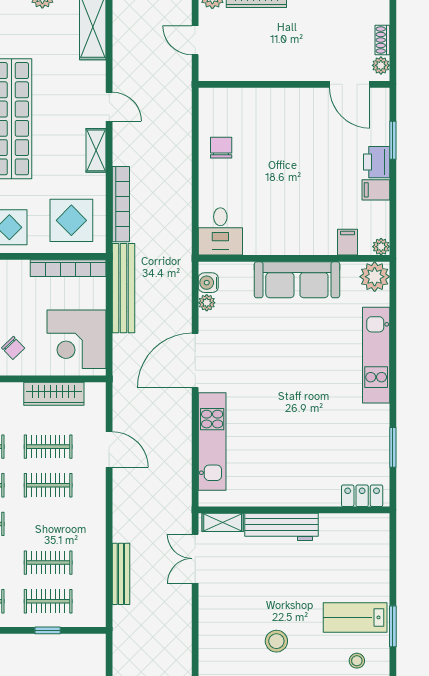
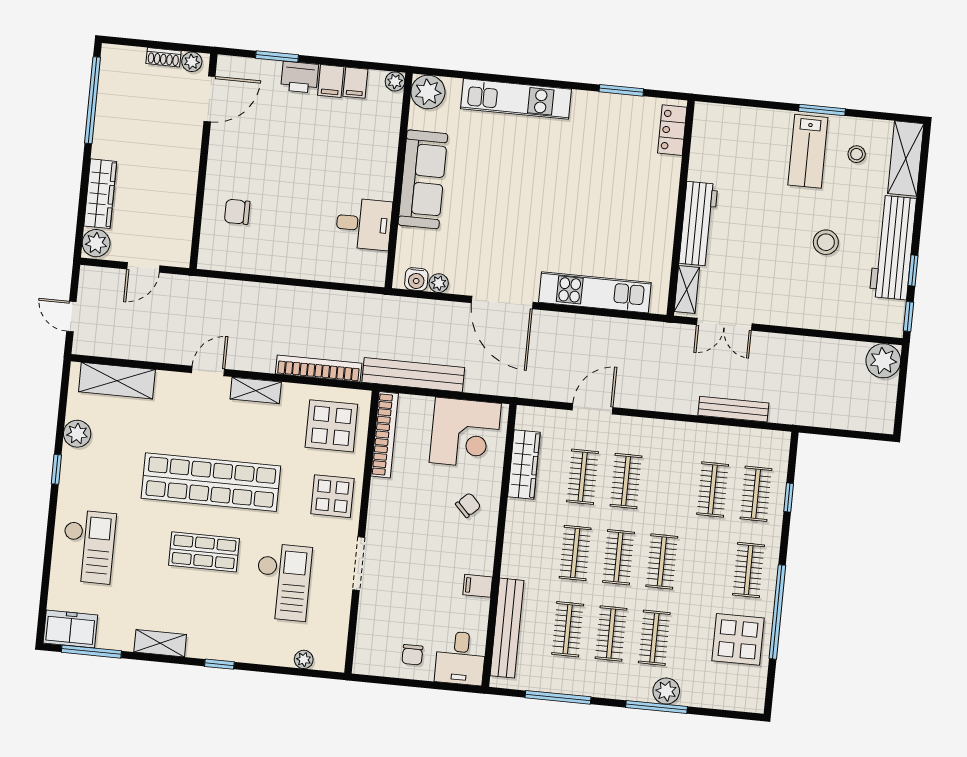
chair: (221, 148) -> (237, 212), moved
desk: (220, 231) -> (364, 224), moved
filing cabinet: (348, 242) -> (355, 83), moved, turned -90

